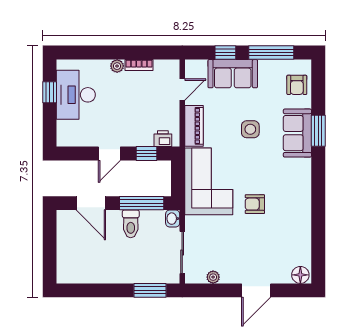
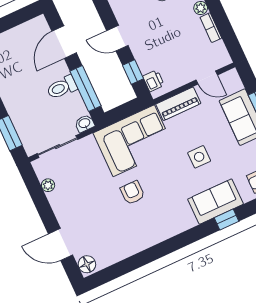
window: (318, 131) -> (227, 220), width x0.67
door: (256, 290) -> (61, 244), moved

